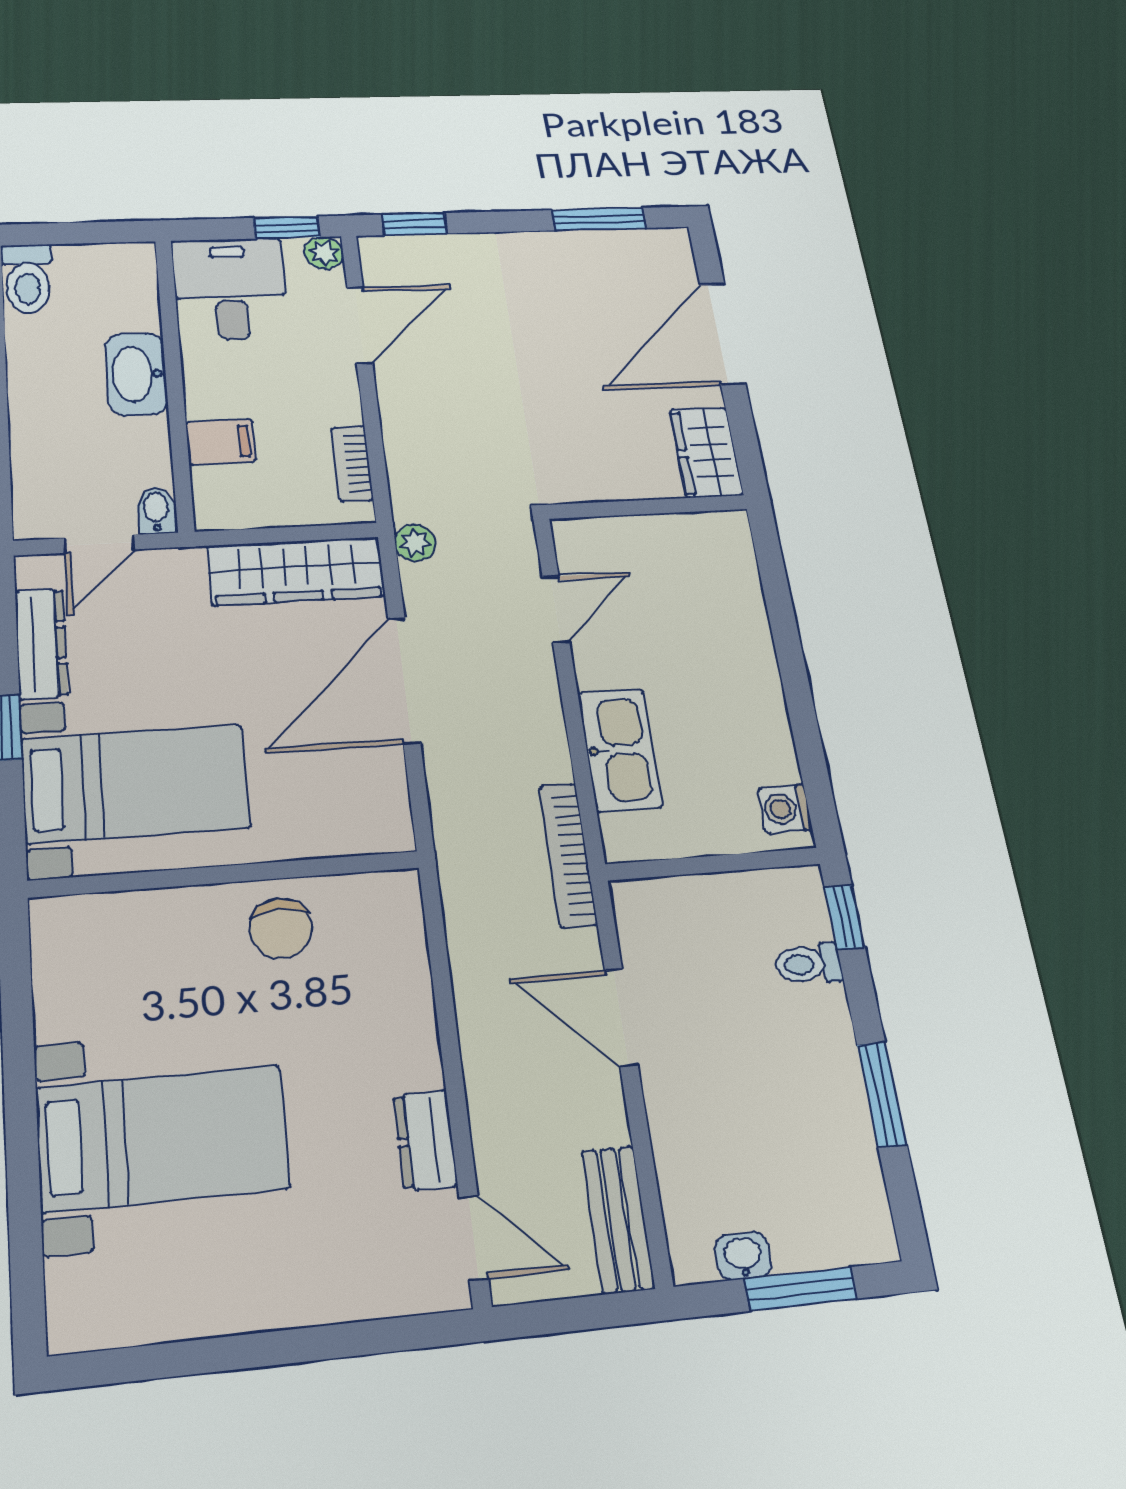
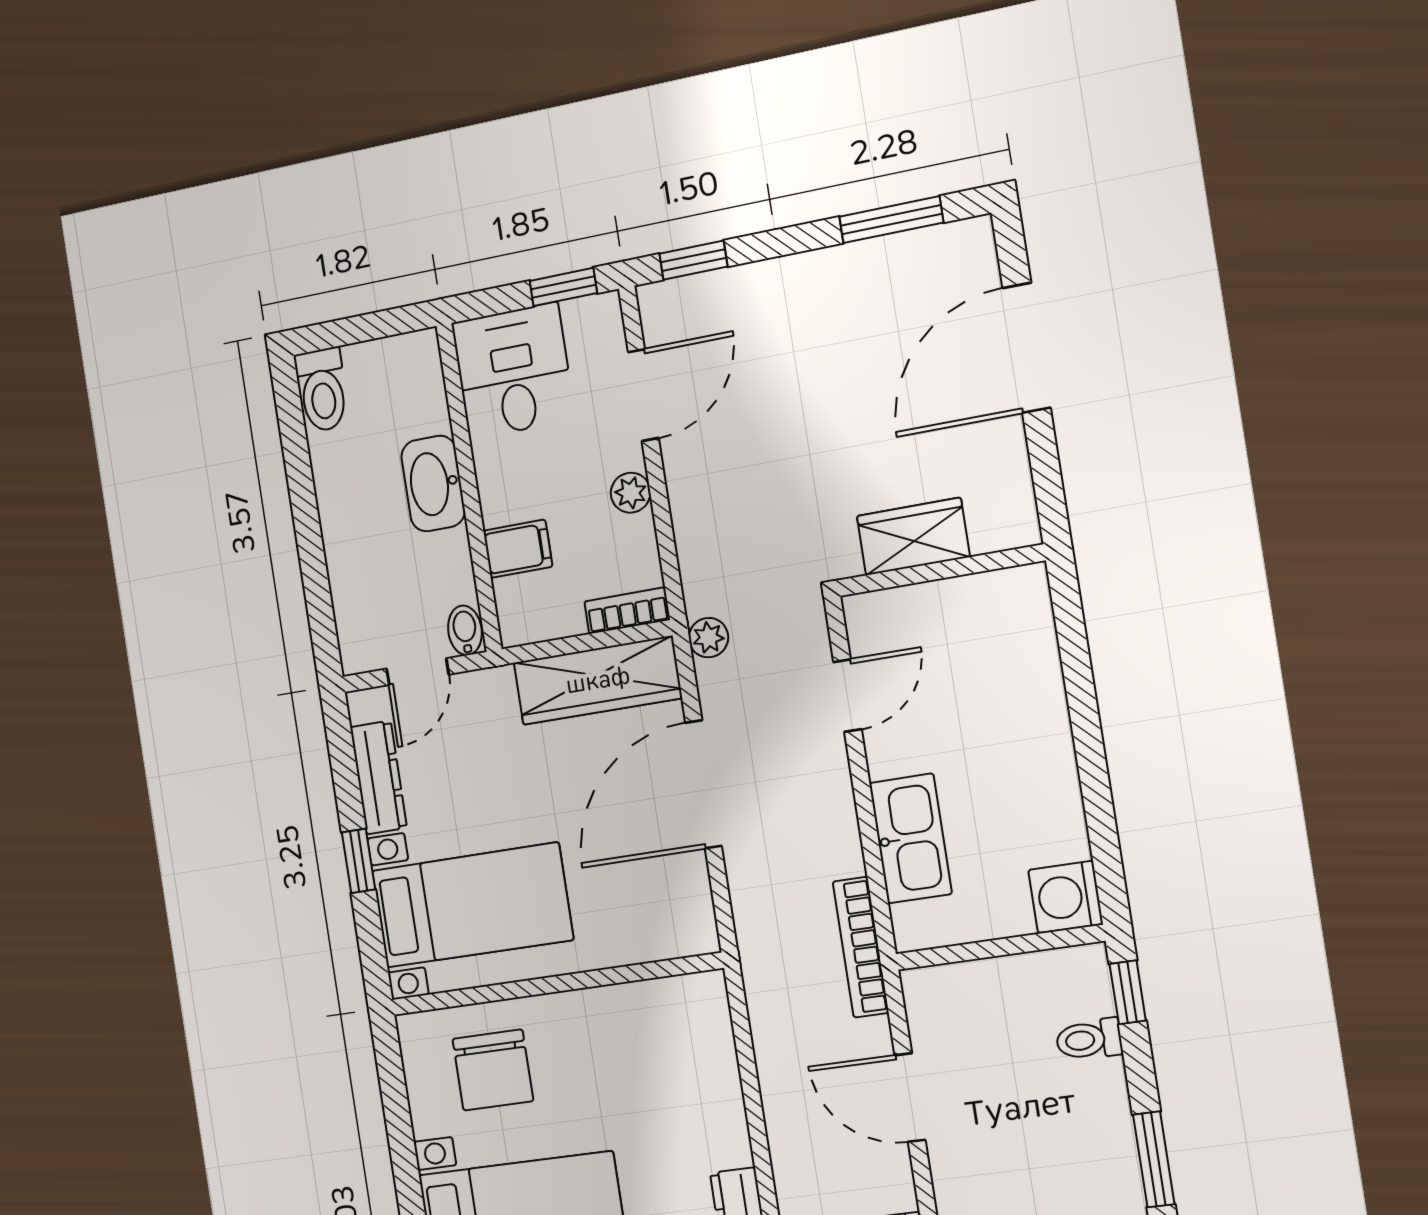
plant: (324, 253) -> (631, 493), moved
wardrobe: (706, 452) -> (913, 536), moved, turned 90
bookcase: (352, 464) -> (627, 611), moved, turned 90
washing machine: (785, 809) -> (1066, 897), width x1.38, depth x1.38
chair: (281, 928) -> (493, 1070), moved, width x1.37, depth x1.37

